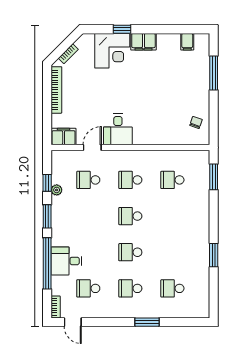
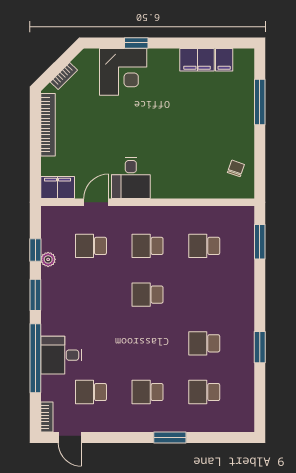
filing cabinet: (143, 42) -> (197, 60), moved
school desk: (130, 252) -> (204, 343), moved

